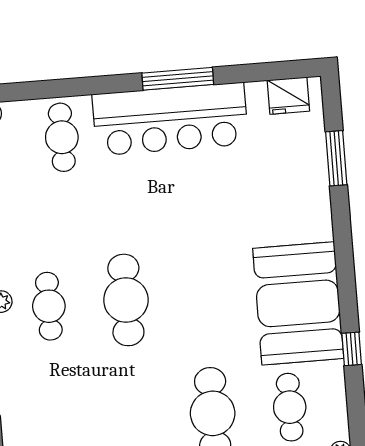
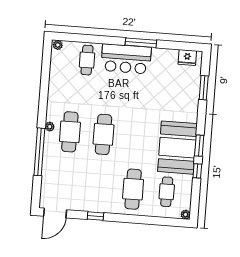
bar counter: (170, 119) -> (126, 59), width x0.73
window: (347, 291) -> (199, 146), added
cafe table: (49, 306) -> (70, 132), width x1.37, depth x1.35

